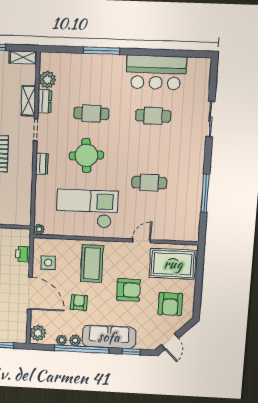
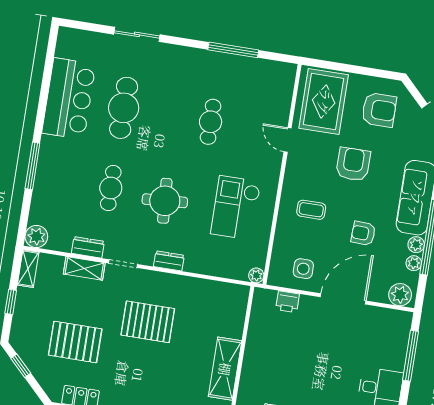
plant: (47, 80) -> (36, 236), moved
cafe table: (153, 116) -> (124, 108), width x1.37, depth x1.35
checkout: (87, 209) -> (236, 208), width x0.73, depth x0.83
coffee table: (92, 264) -> (311, 210), width x0.54, depth x0.58

